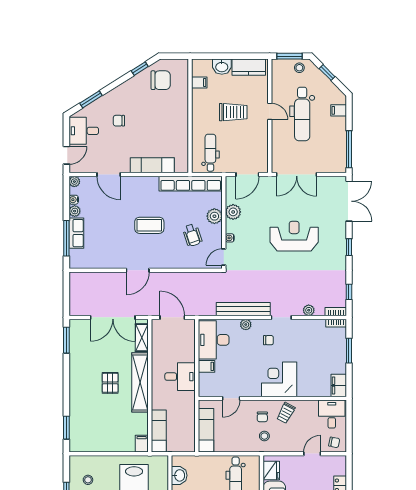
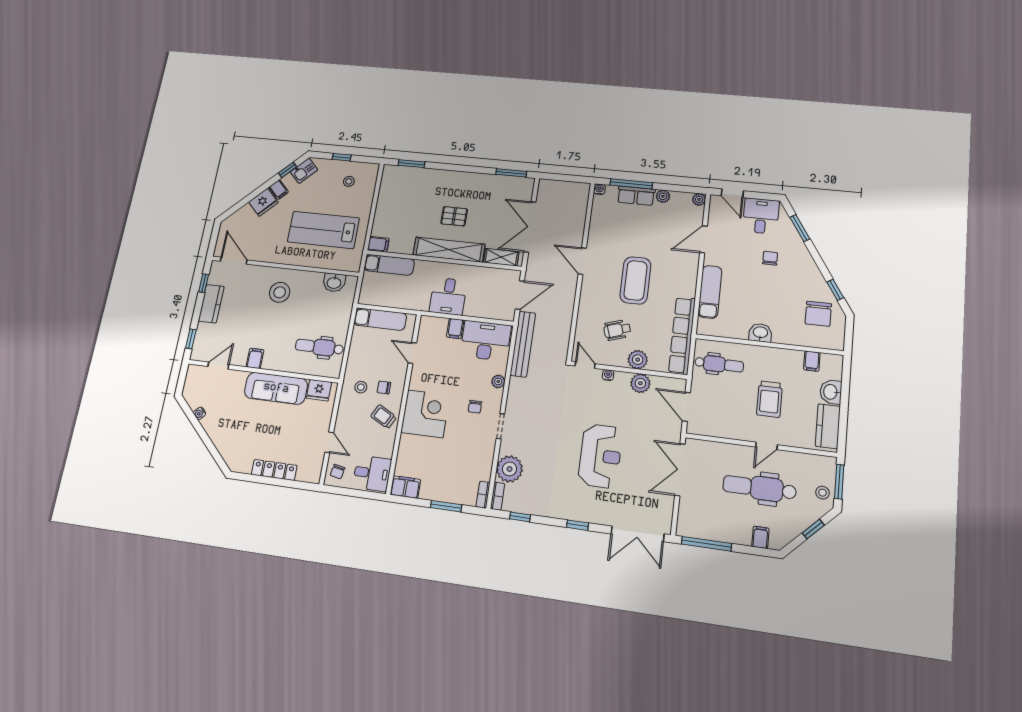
washbasin: (181, 123) -> (760, 333), added
water cooler: (74, 200) -> (599, 189), moved
coffee table: (149, 225) -> (635, 280), width x1.36, depth x1.32
bench: (243, 309) -> (523, 344), moved
plant: (309, 310) -> (510, 469), width x1.88, depth x1.88

